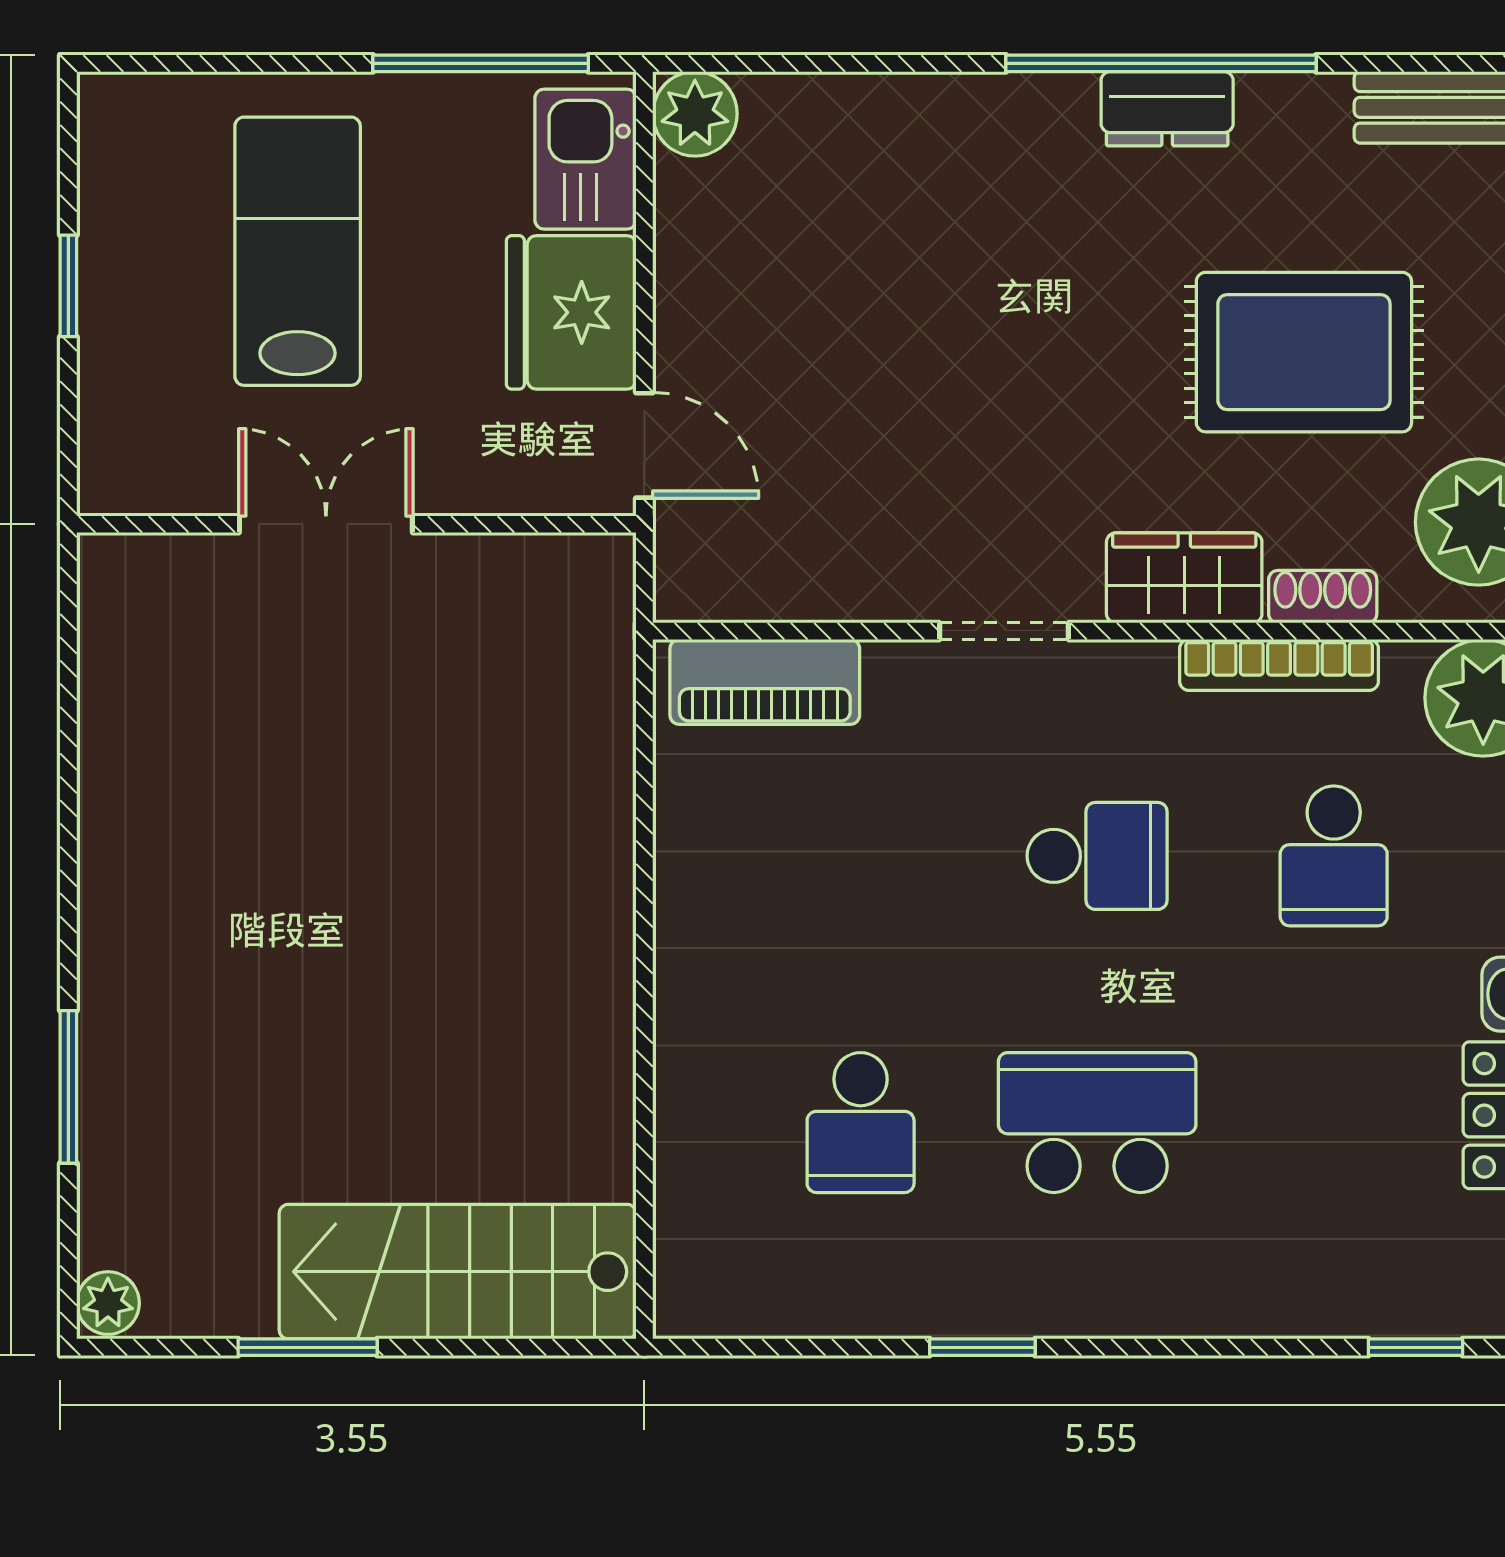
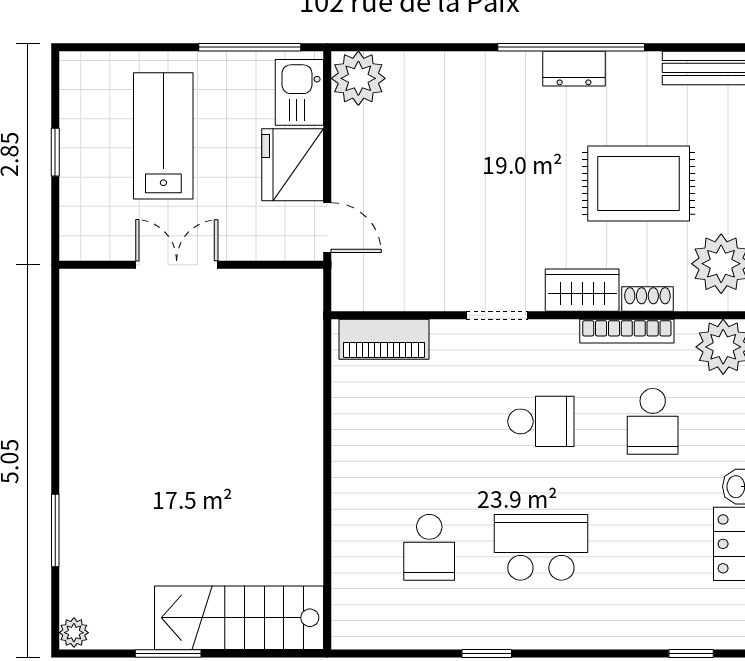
plant: (695, 114) -> (358, 78), width x1.36, depth x1.36

